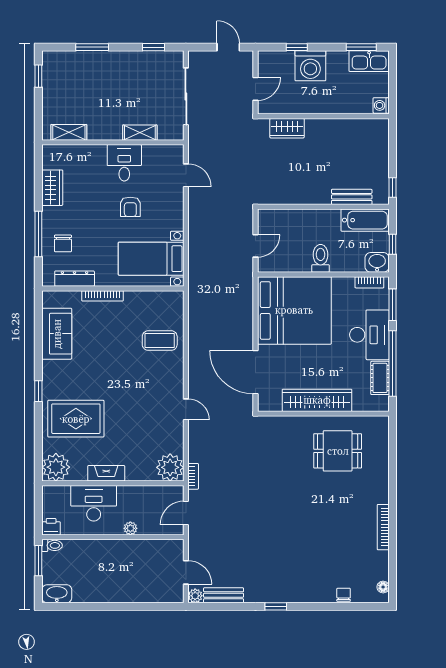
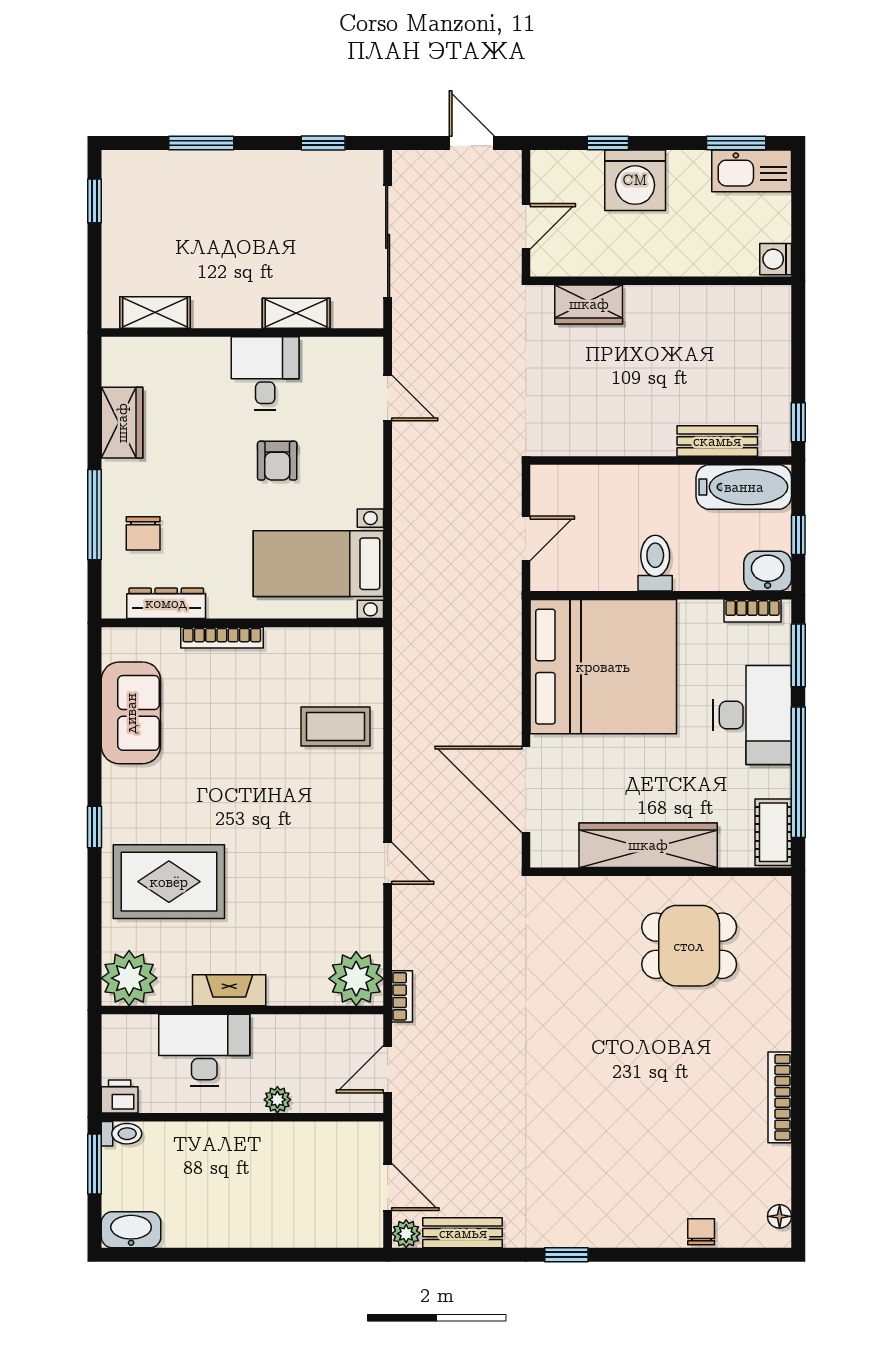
cot: (380, 378) -> (773, 832), moved

